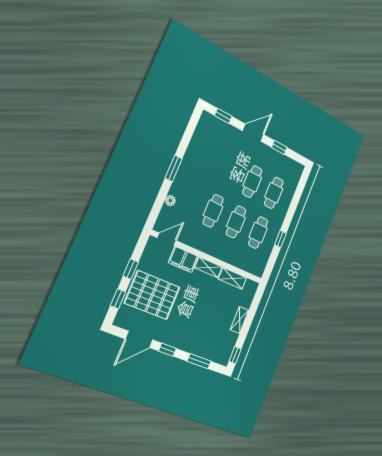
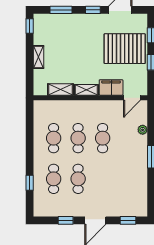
window: (280, 239) -> (30, 183), moved

